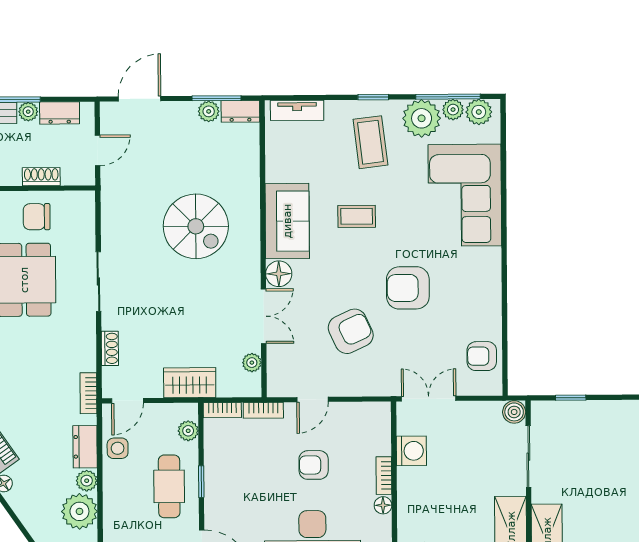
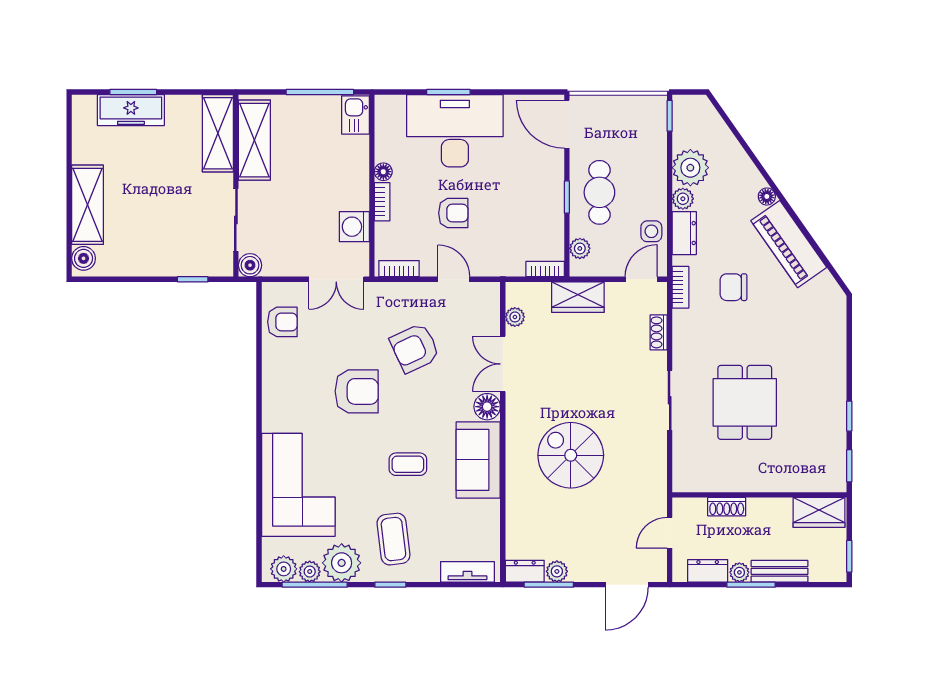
chair: (37, 217) -> (733, 287), moved, turned 180
door: (313, 399) -> (454, 279), hinge flipped
bookcase: (263, 410) -> (399, 269), moved

